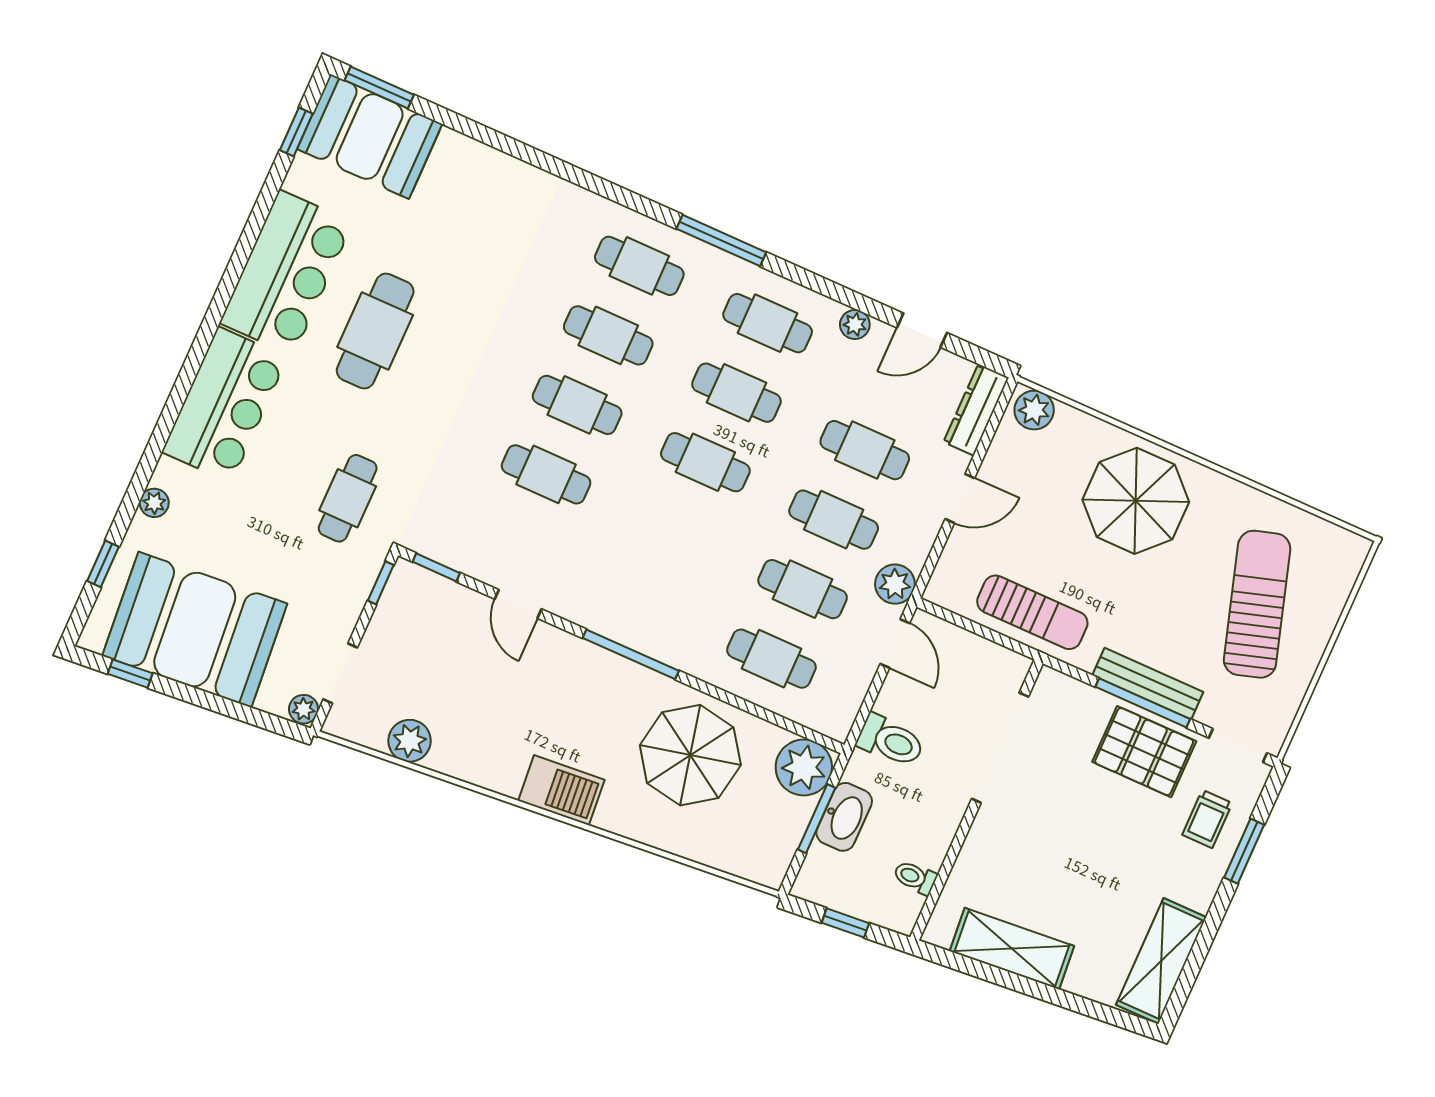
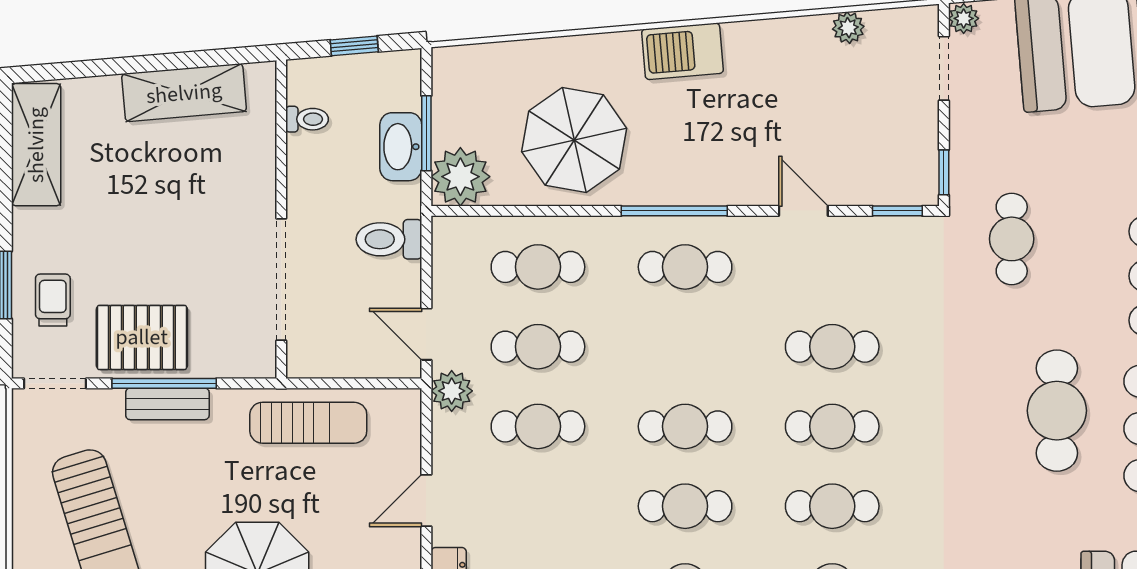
cafe table: (865, 450) -> (685, 267), moved
sun lounger: (1032, 612) -> (308, 423), turned 180
bench: (1148, 684) -> (167, 404), width x0.73
plant: (410, 741) -> (848, 28), width x0.73, depth x0.73

